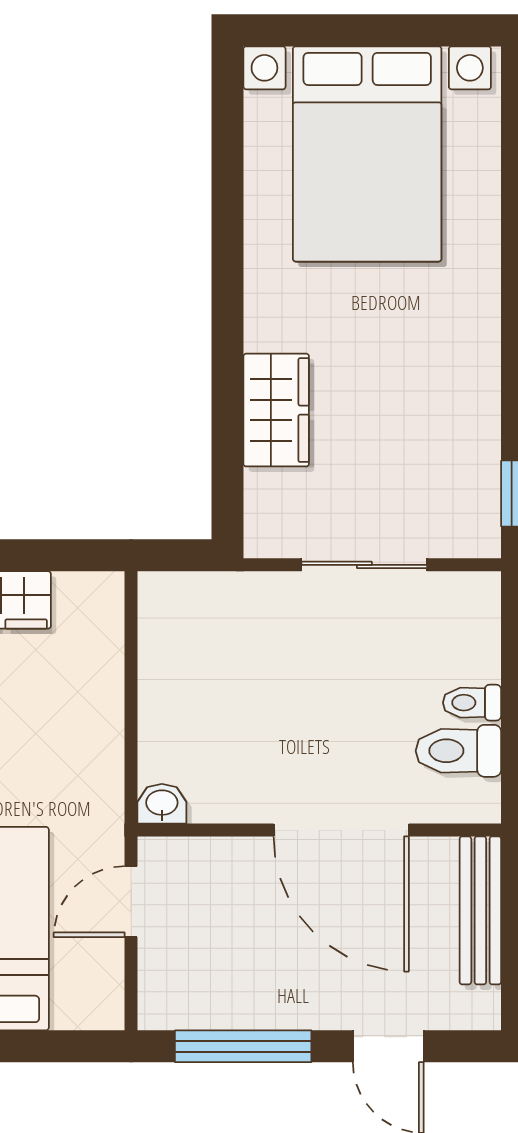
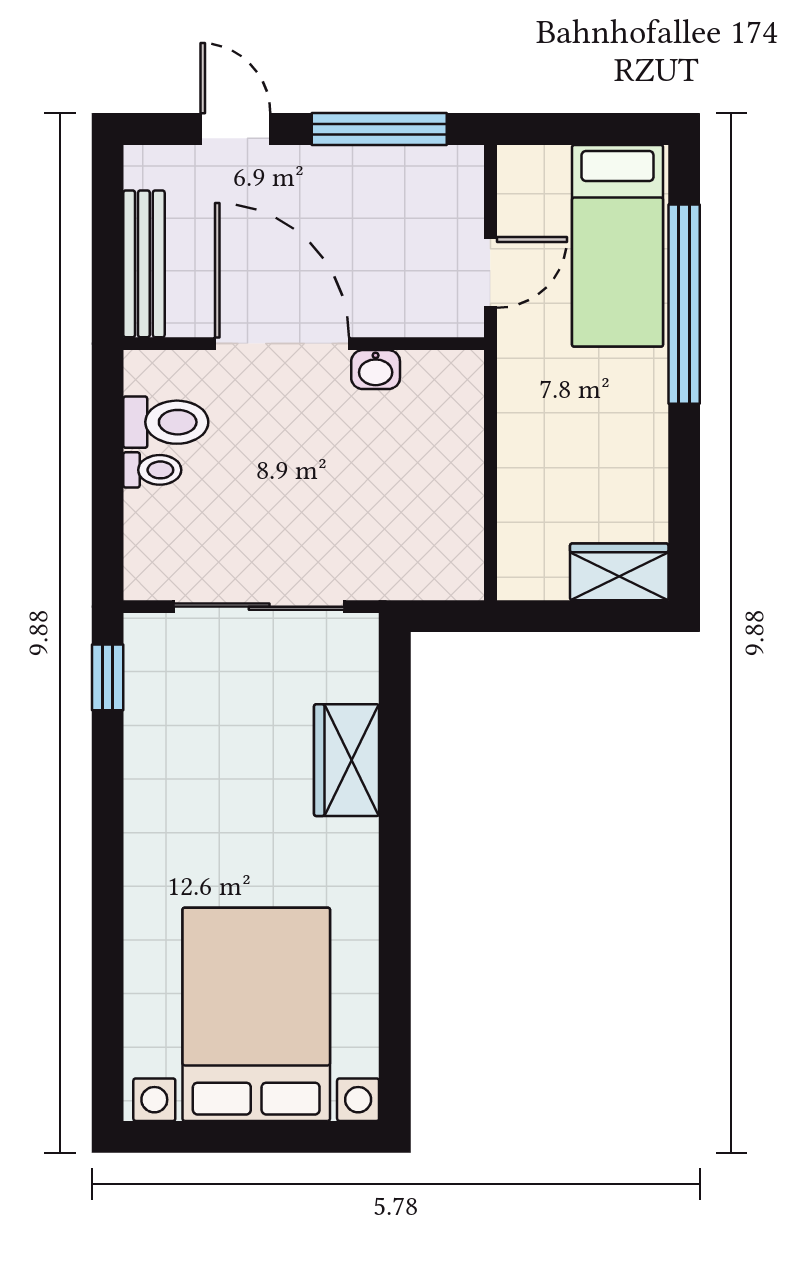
sliding door: (364, 565) -> (259, 607), width x1.37
washbasin: (162, 804) -> (376, 370), moved

